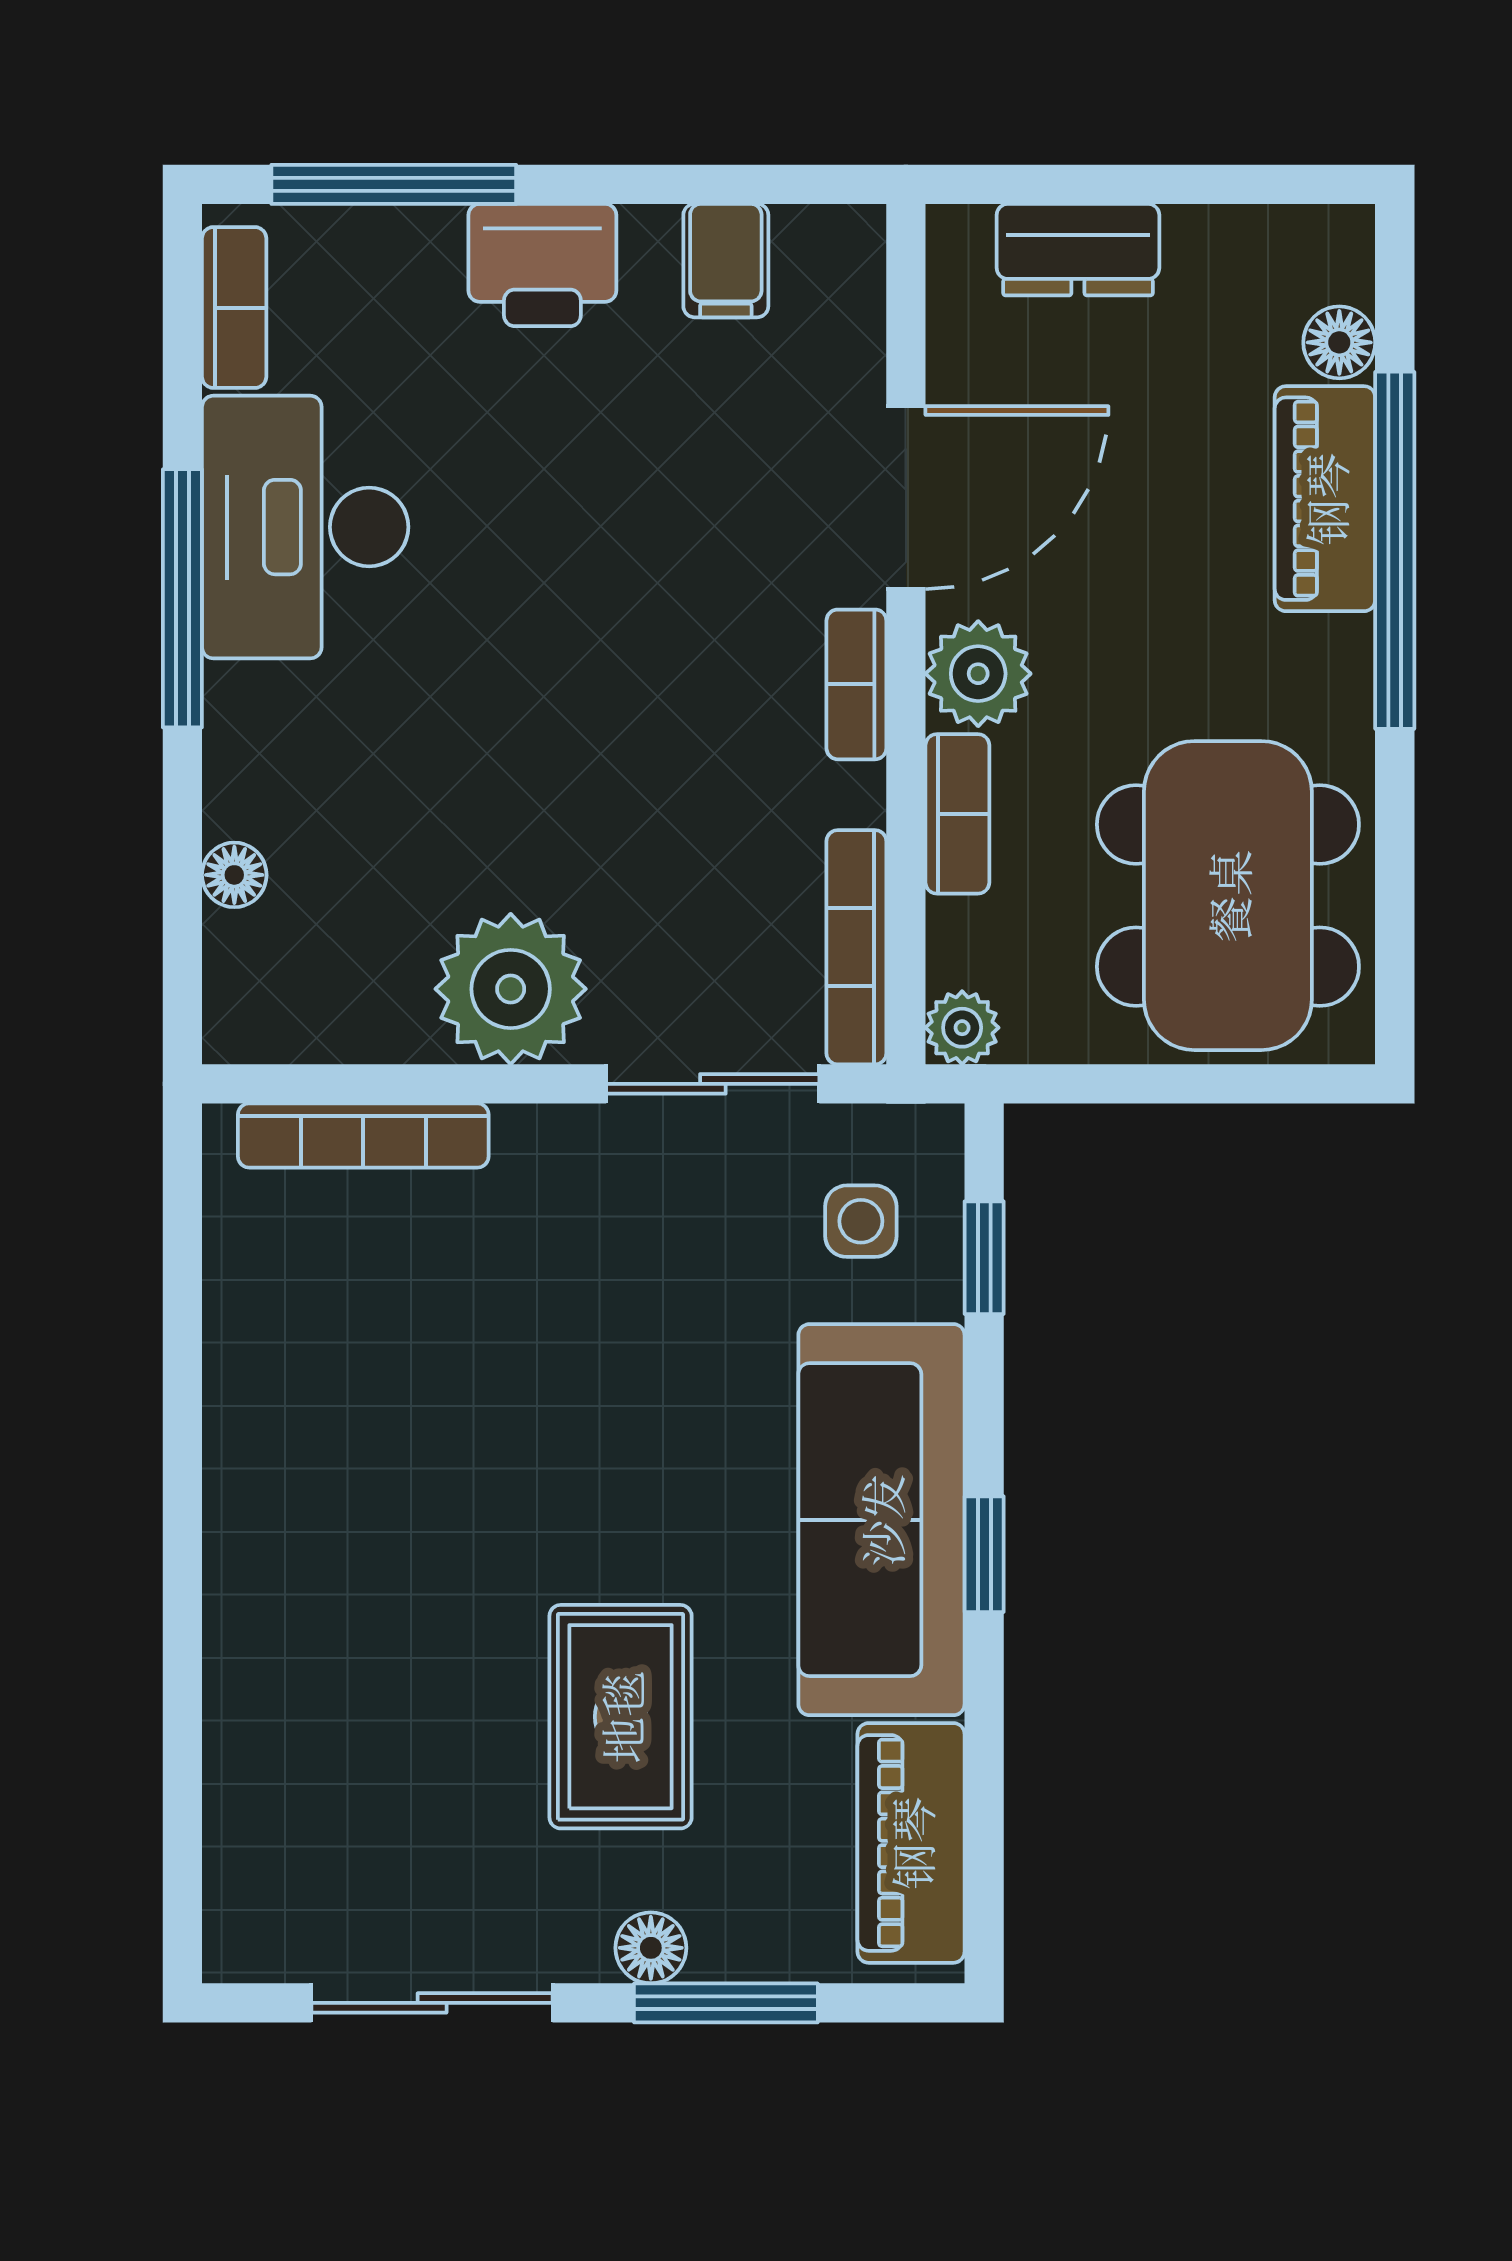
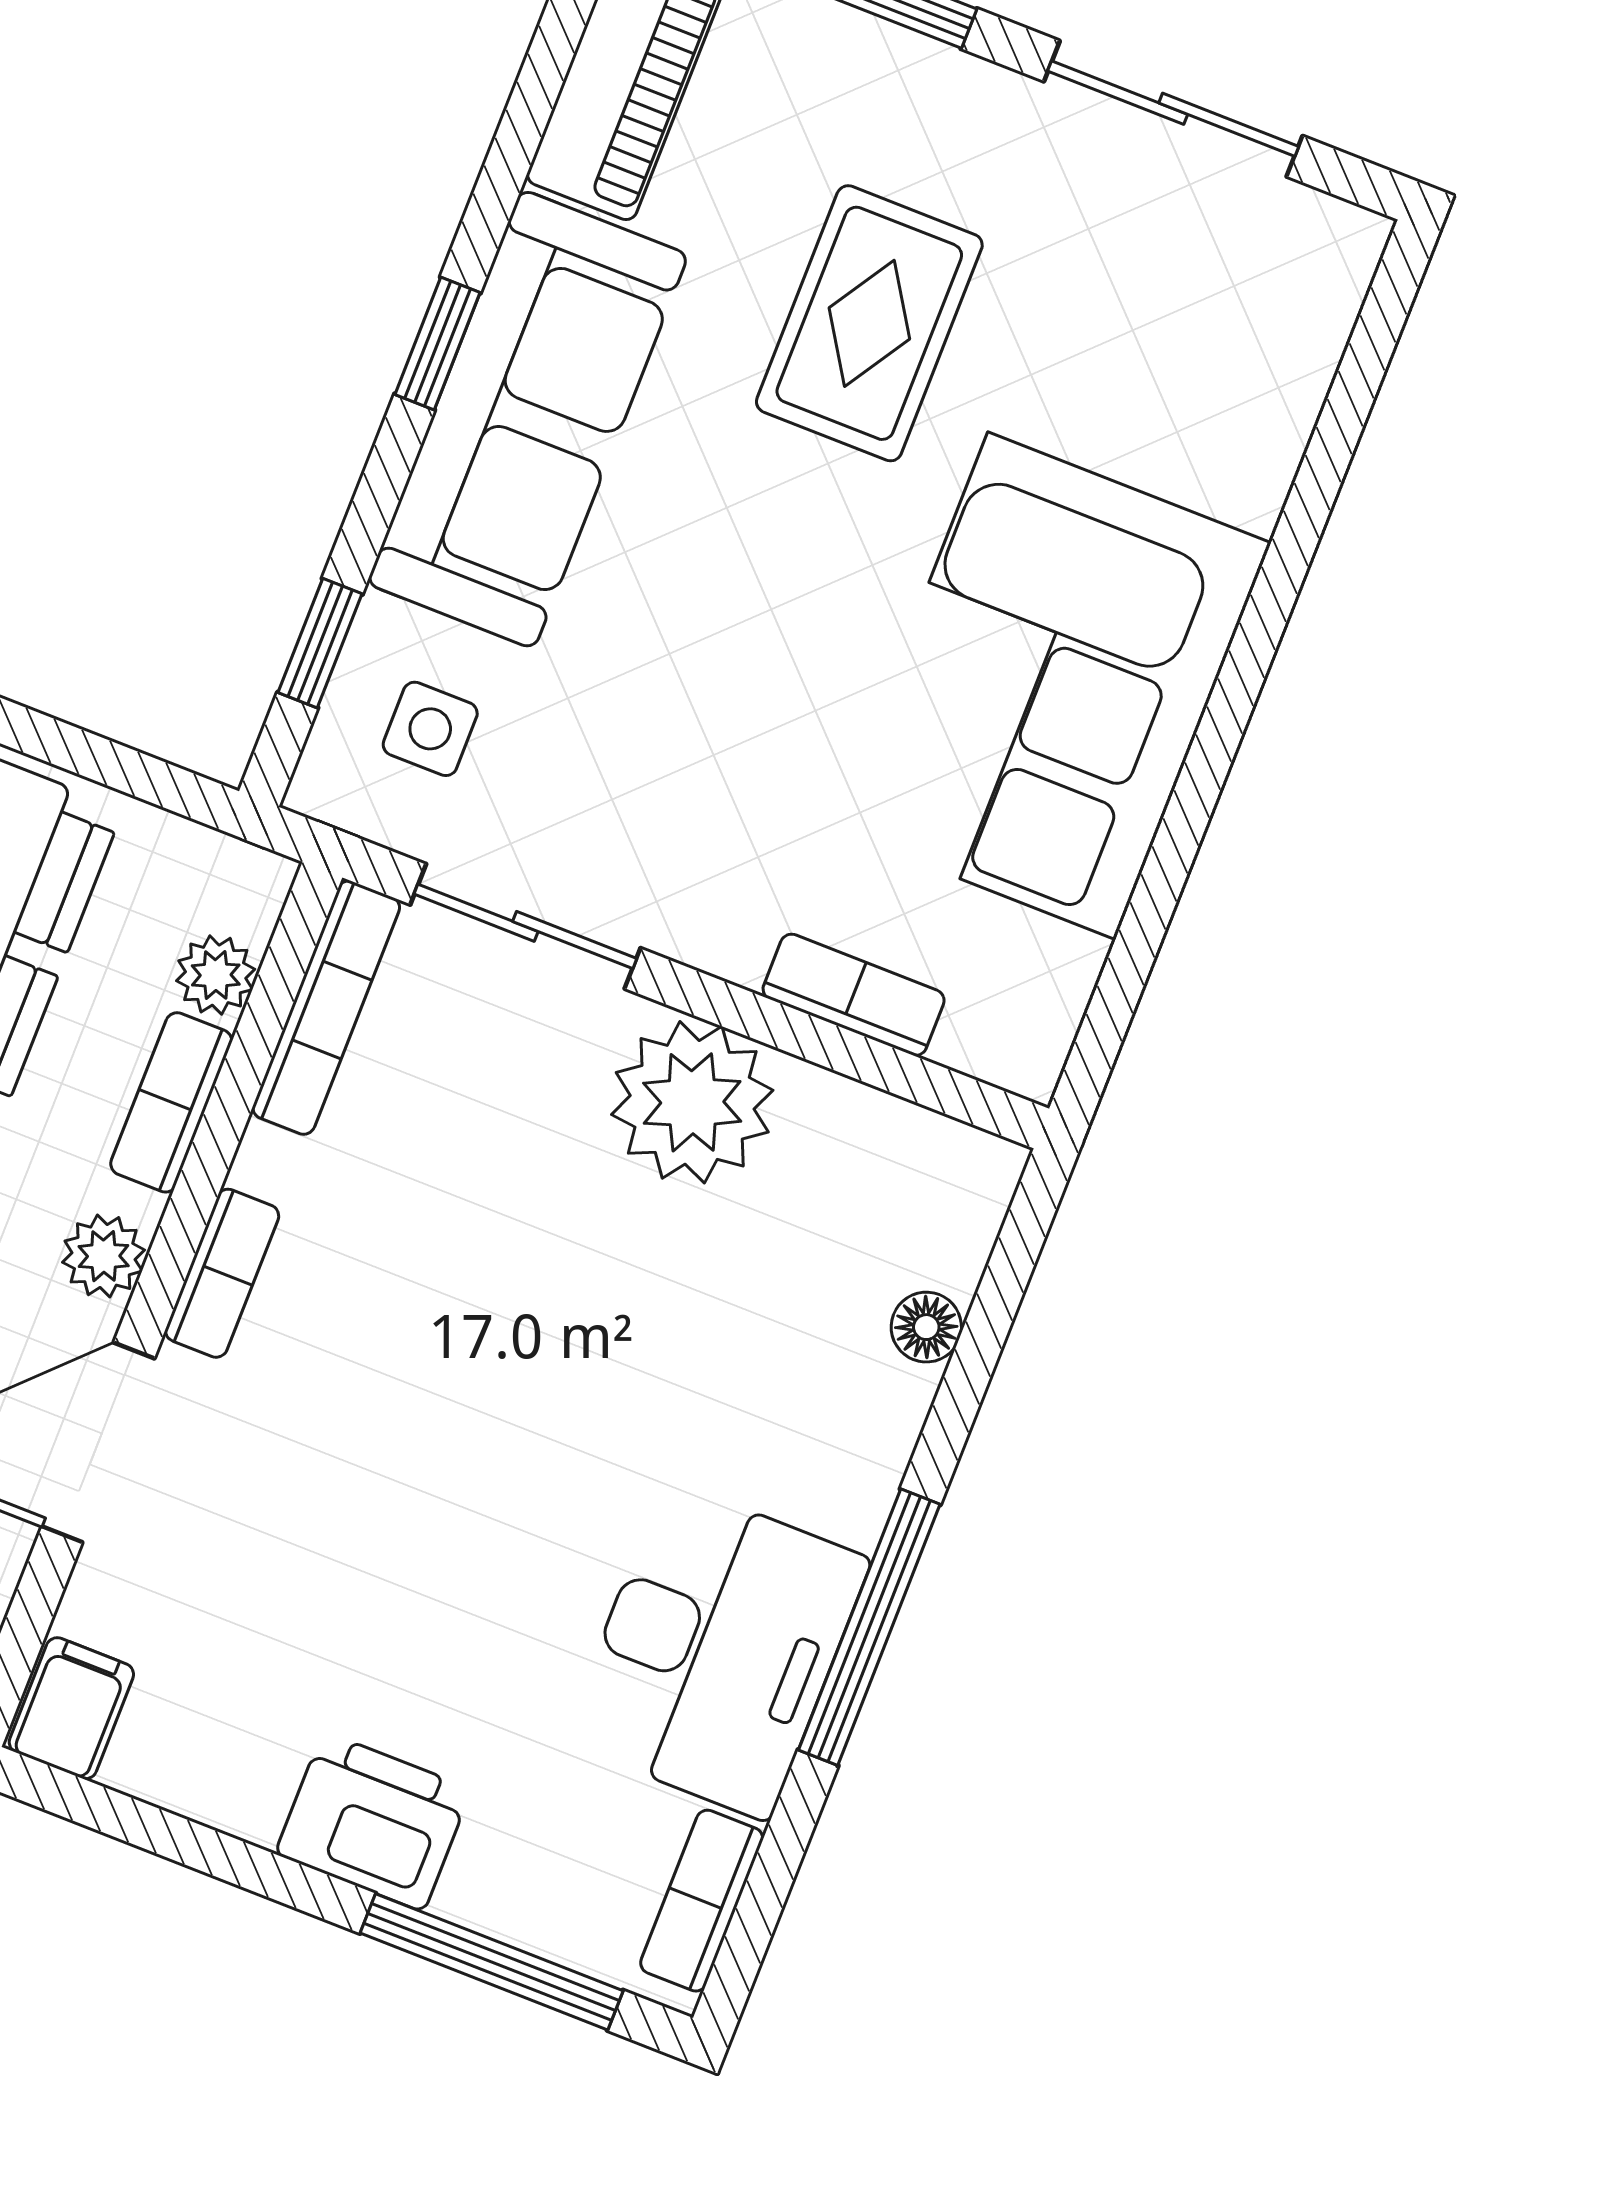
filing cabinet: (726, 261) -> (71, 1708), moved
plant: (978, 674) -> (104, 1256), width x0.73, depth x0.73
plant: (962, 1028) -> (216, 975), moved
bookcase: (363, 1136) -> (854, 995), width x0.64
corner sofa: (342, 1467) -> (1052, 686), added
floor lamp: (651, 1948) -> (930, 78), removed

